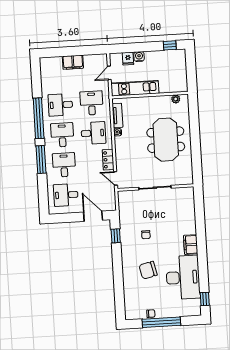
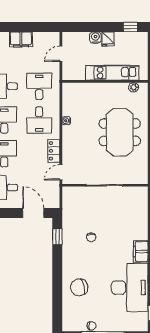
fridge: (128, 59) -> (108, 39), moved
kitchen unit: (135, 88) -> (112, 73), moved
tv unit: (118, 115) -> (67, 102), removed
desk: (93, 133) -> (39, 120), turned 90
door: (116, 178) -> (61, 172), hinge flipped
chair: (148, 270) -> (79, 287), moved

